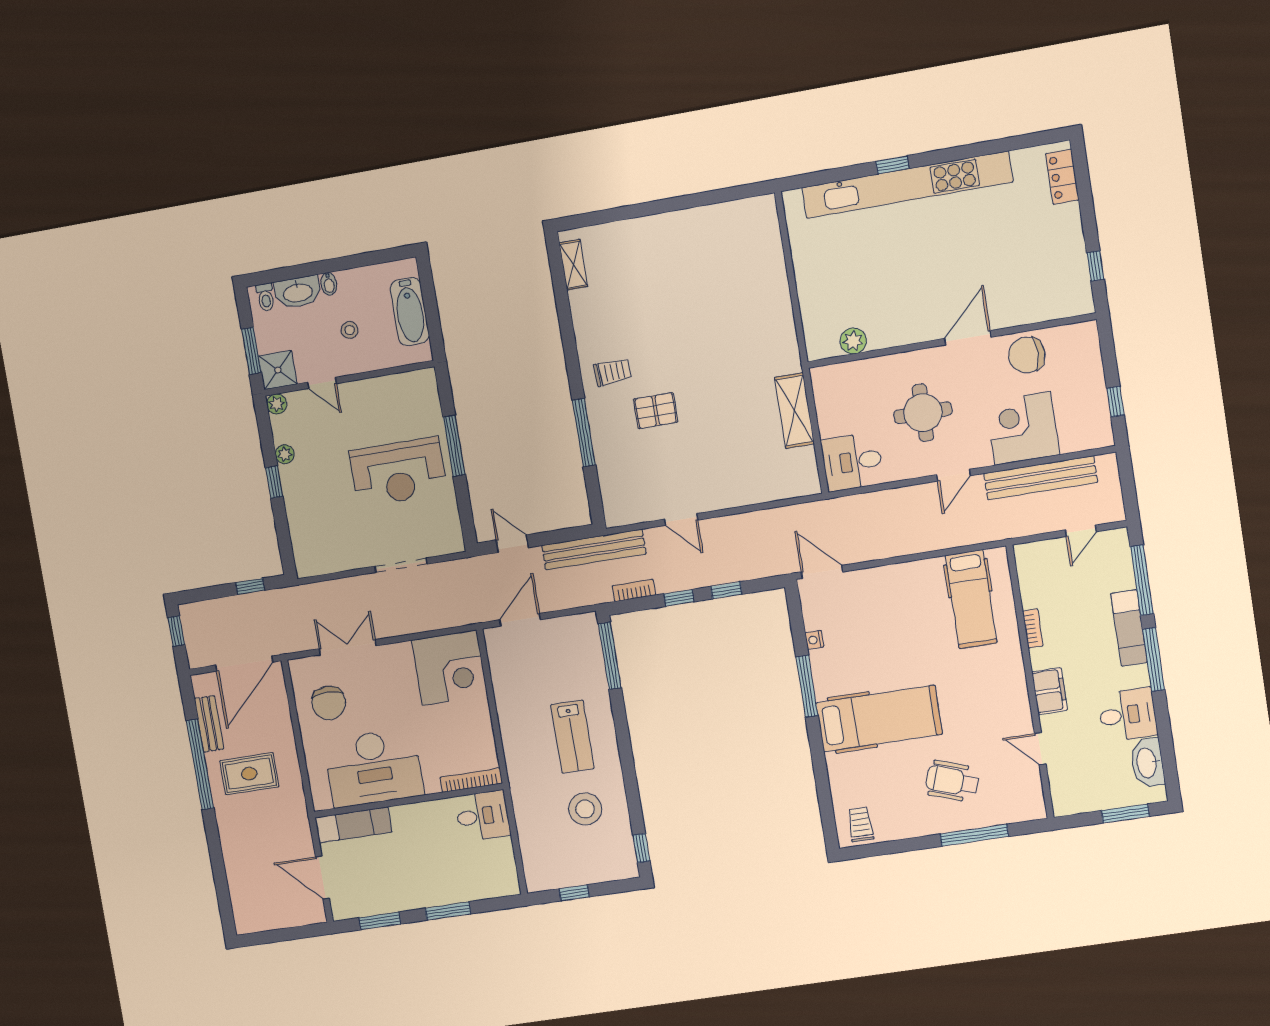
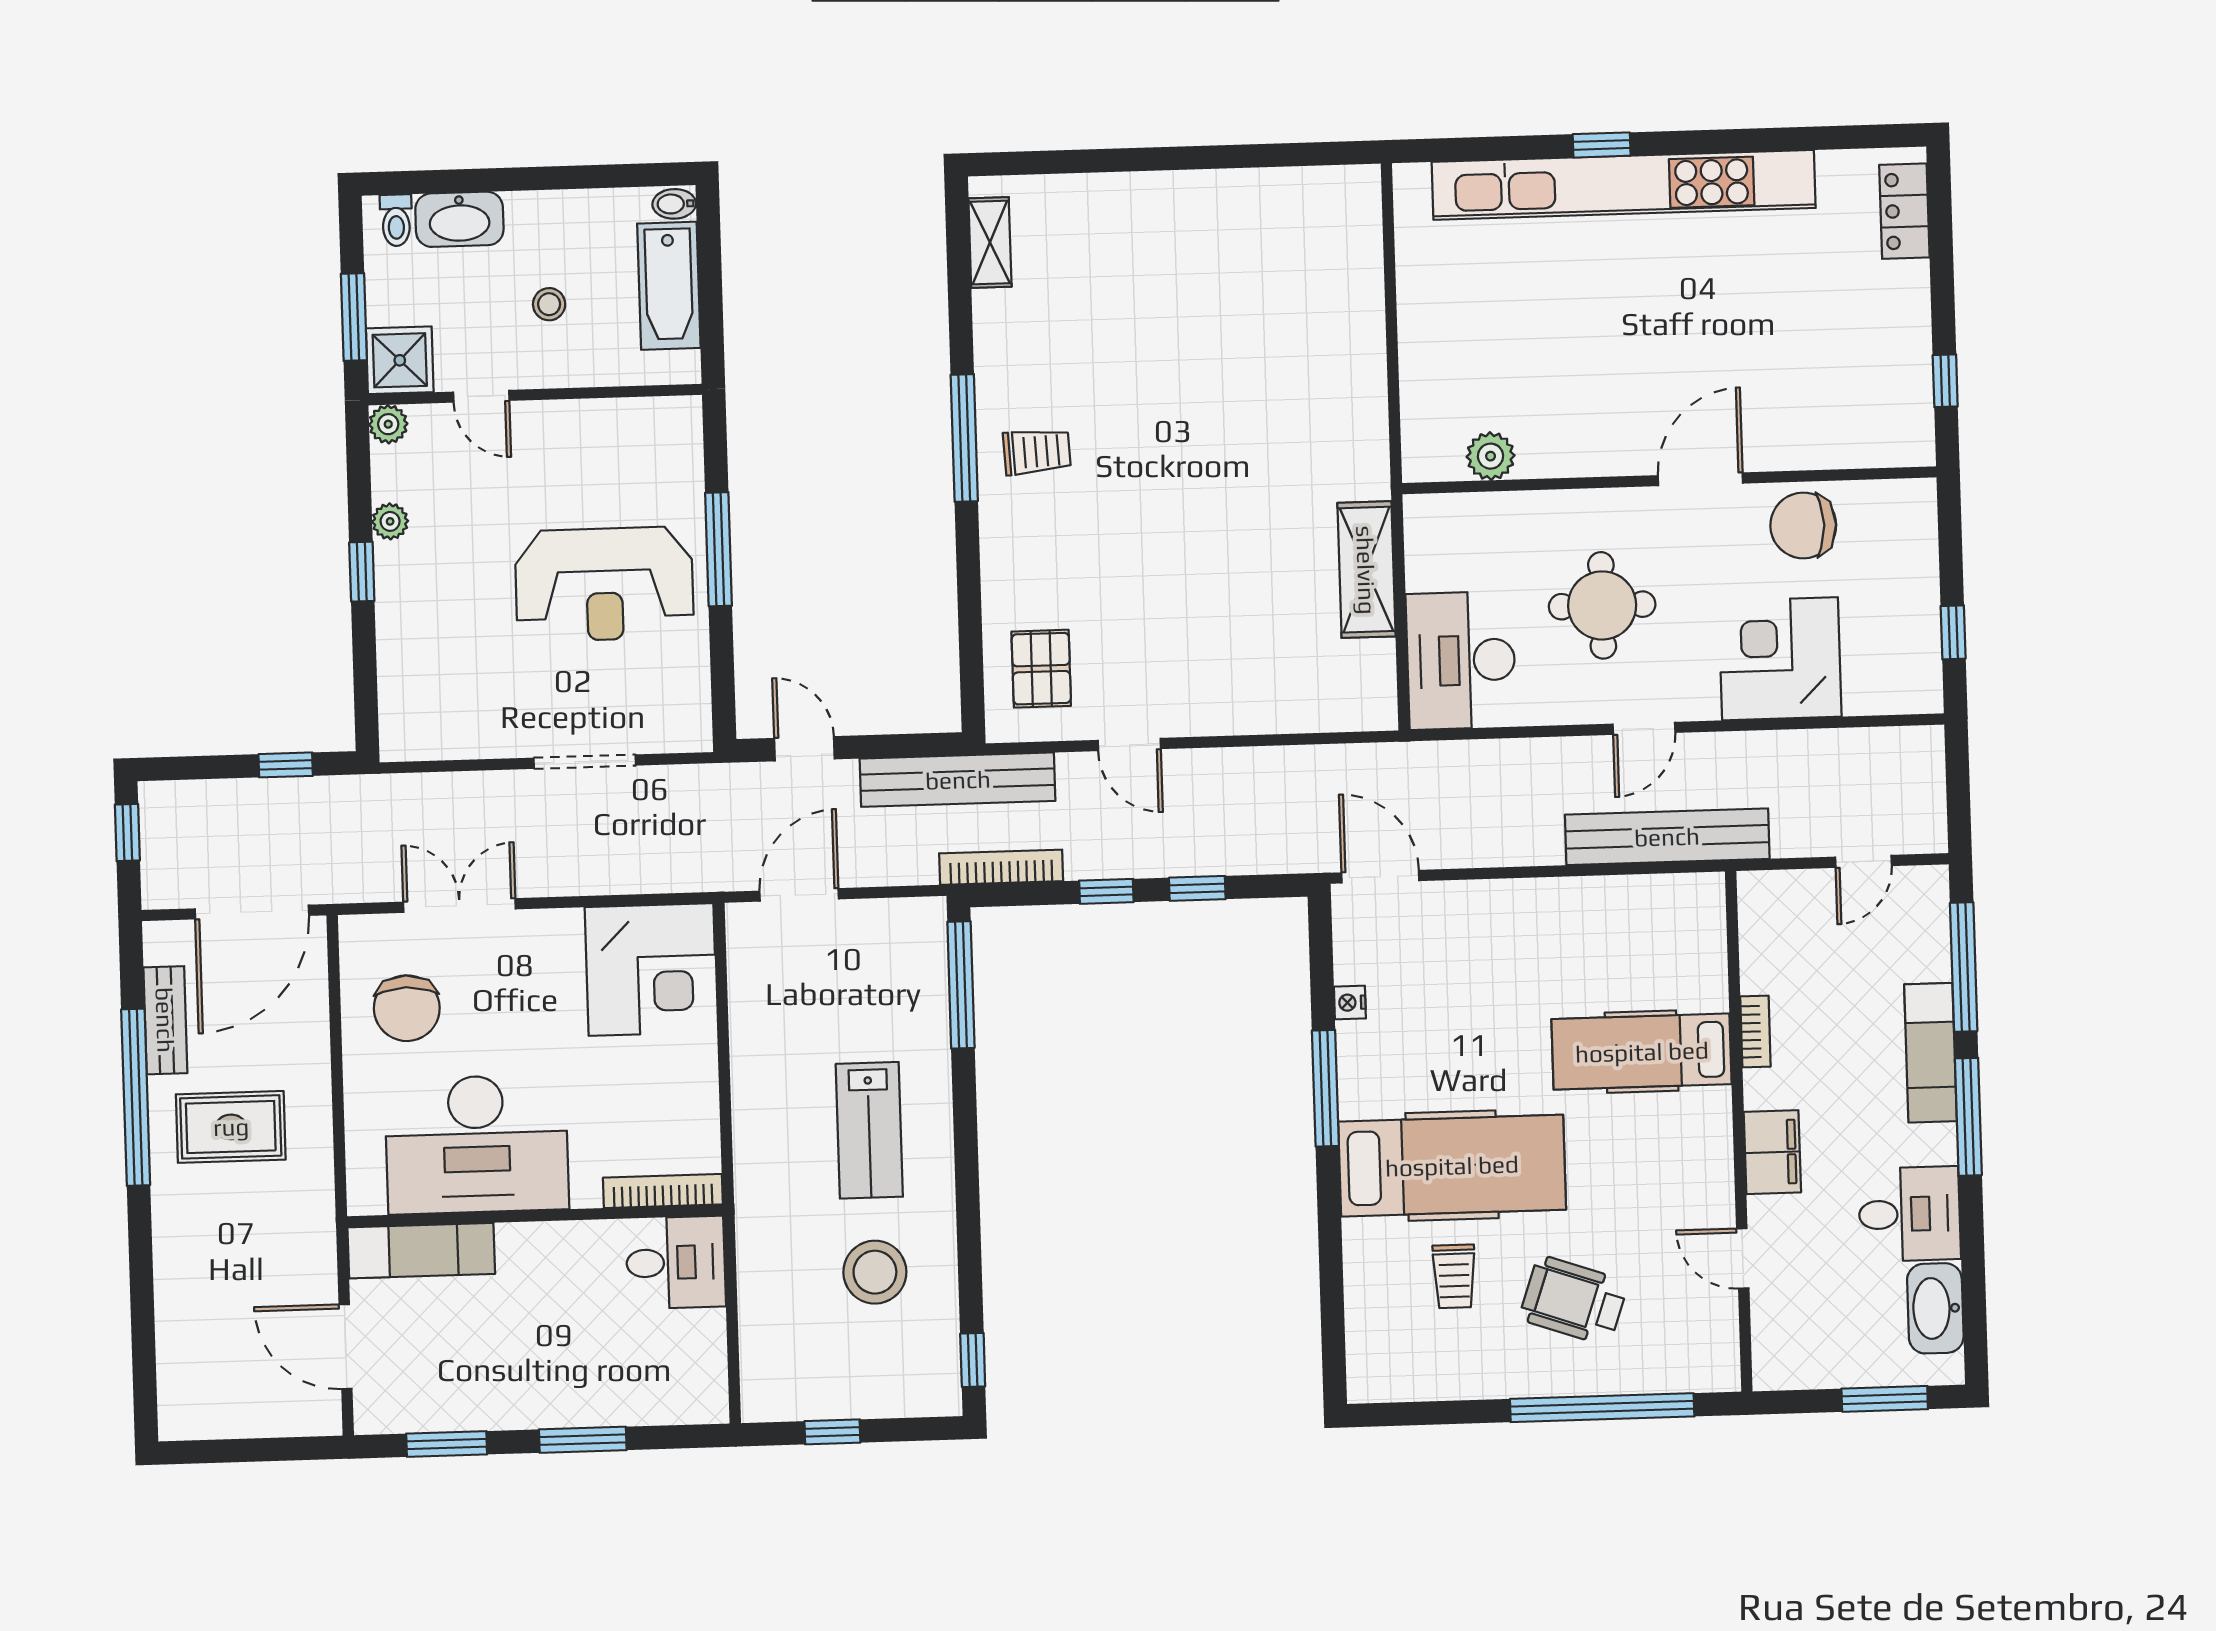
bidet: (329, 284) -> (674, 204), moved, turned 90
pallet: (656, 411) -> (1041, 669), moved, turned 90
window: (584, 433) -> (964, 438), moved
desk: (852, 462) -> (1461, 660), width x1.37
bench: (1041, 478) -> (1667, 837), moved
bookcase: (634, 590) -> (1001, 867), width x1.56
hospital bed: (971, 599) -> (1642, 1052), moved, turned 90
trolley: (861, 824) -> (1454, 1276), moved, turned 180
window: (974, 835) -> (1602, 1408), width x1.46

